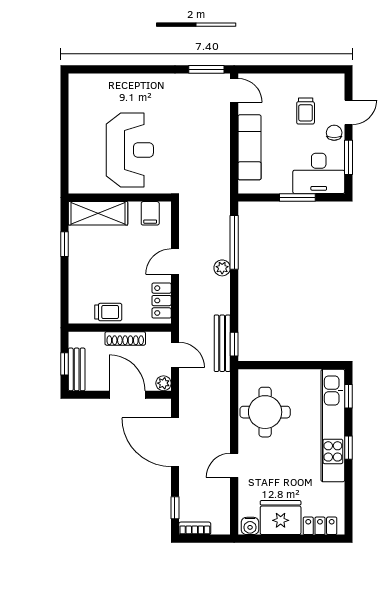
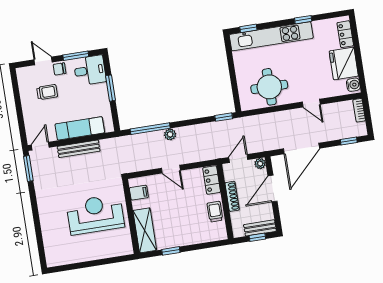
desk: (319, 173) -> (90, 70), width x0.73
locker: (162, 301) -> (212, 180), moved, turned 90
bench: (222, 343) -> (79, 149), moved
window: (348, 448) -> (303, 20), moved
bookcase: (195, 528) -> (359, 110), moved

